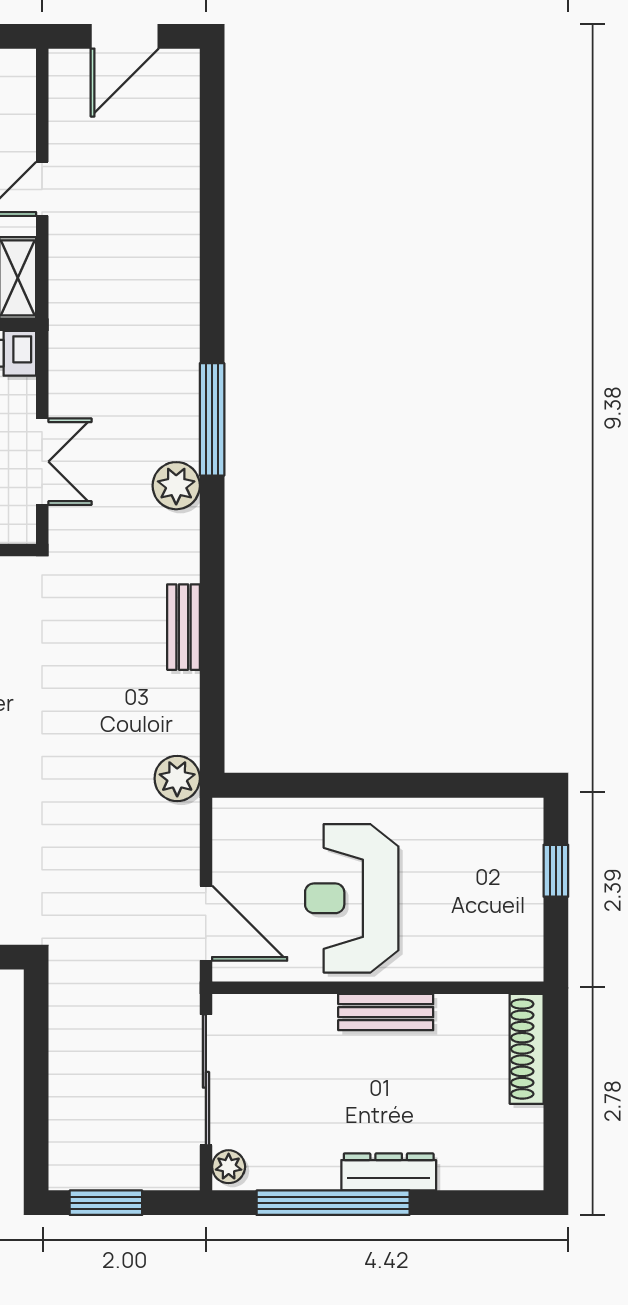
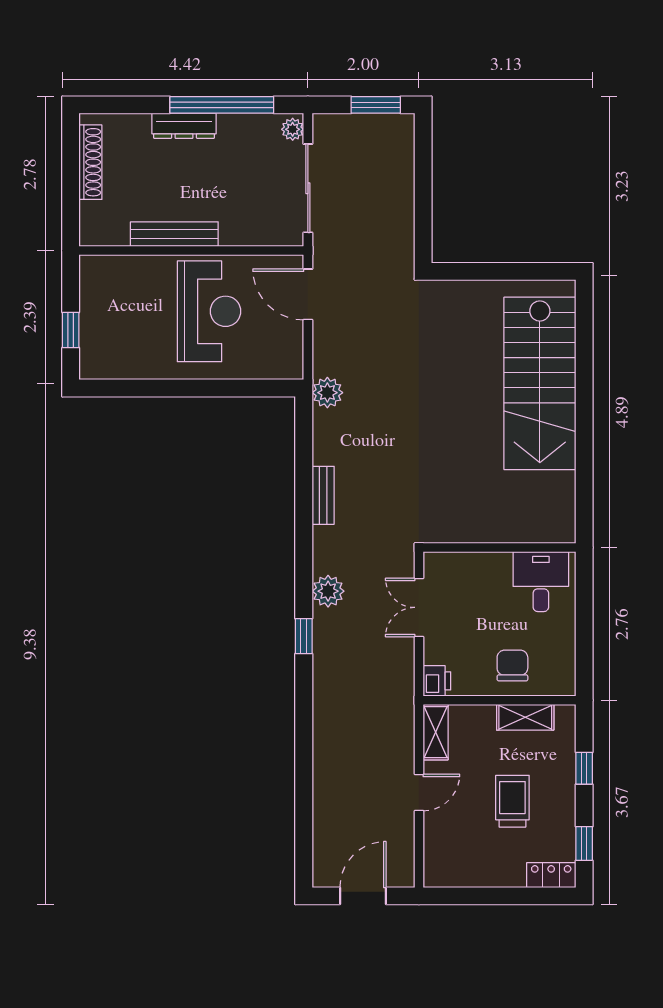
window: (212, 419) -> (304, 636), width x0.46
bench: (386, 1012) -> (174, 234), width x1.36
shoe rack: (527, 1049) -> (90, 162), moved

